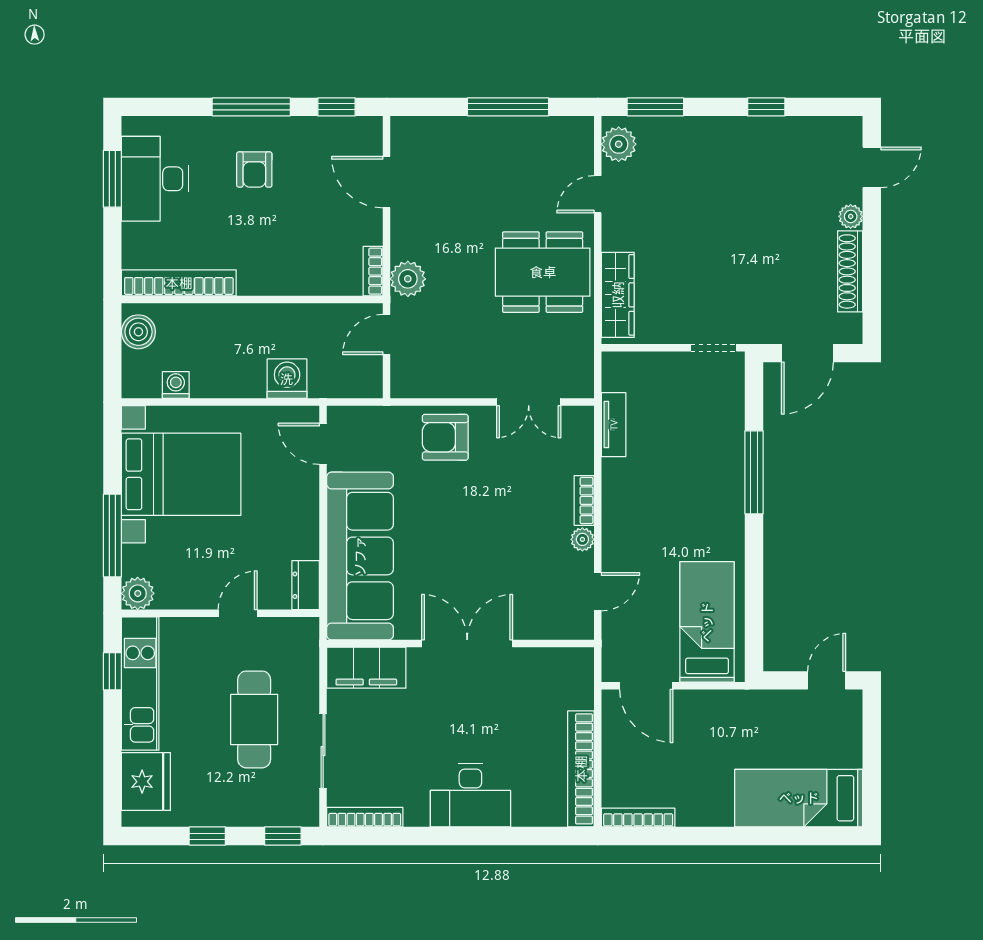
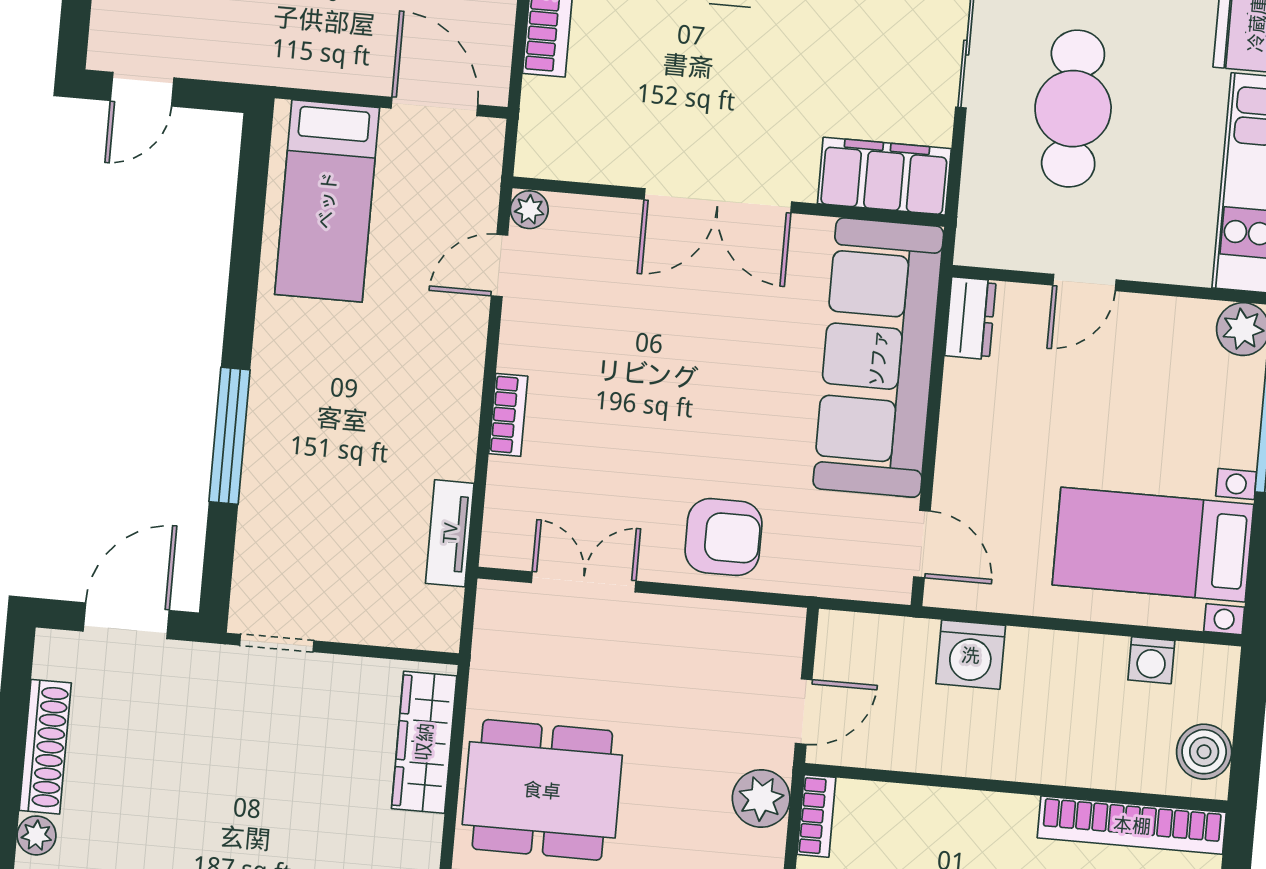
bed with nightstands: (181, 474) -> (1153, 545), width x0.73
plant: (582, 539) -> (529, 210), moved

